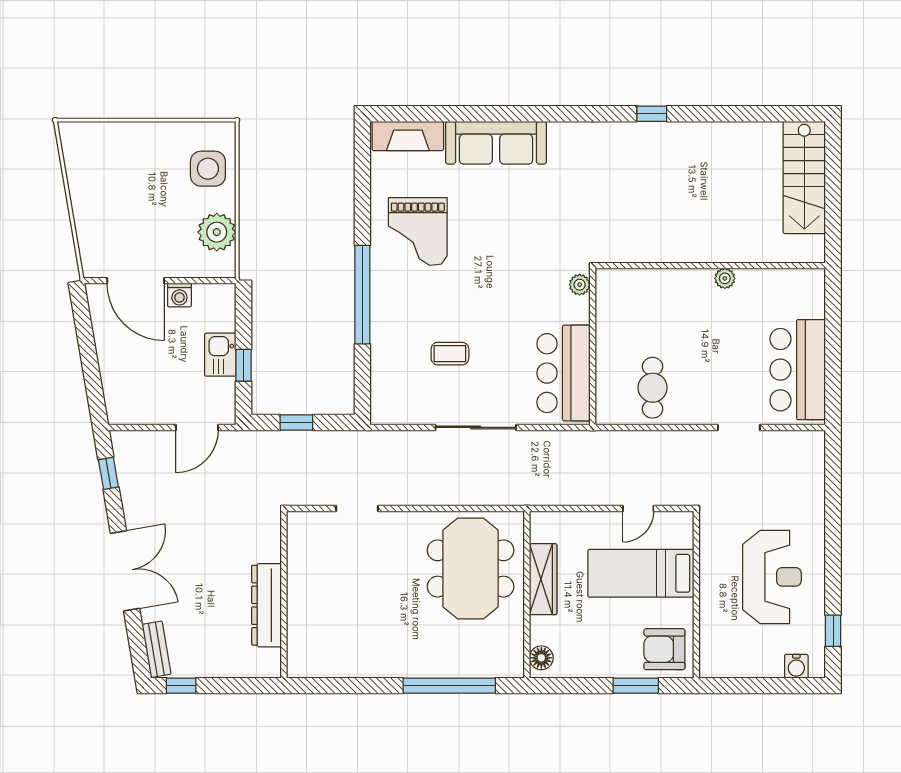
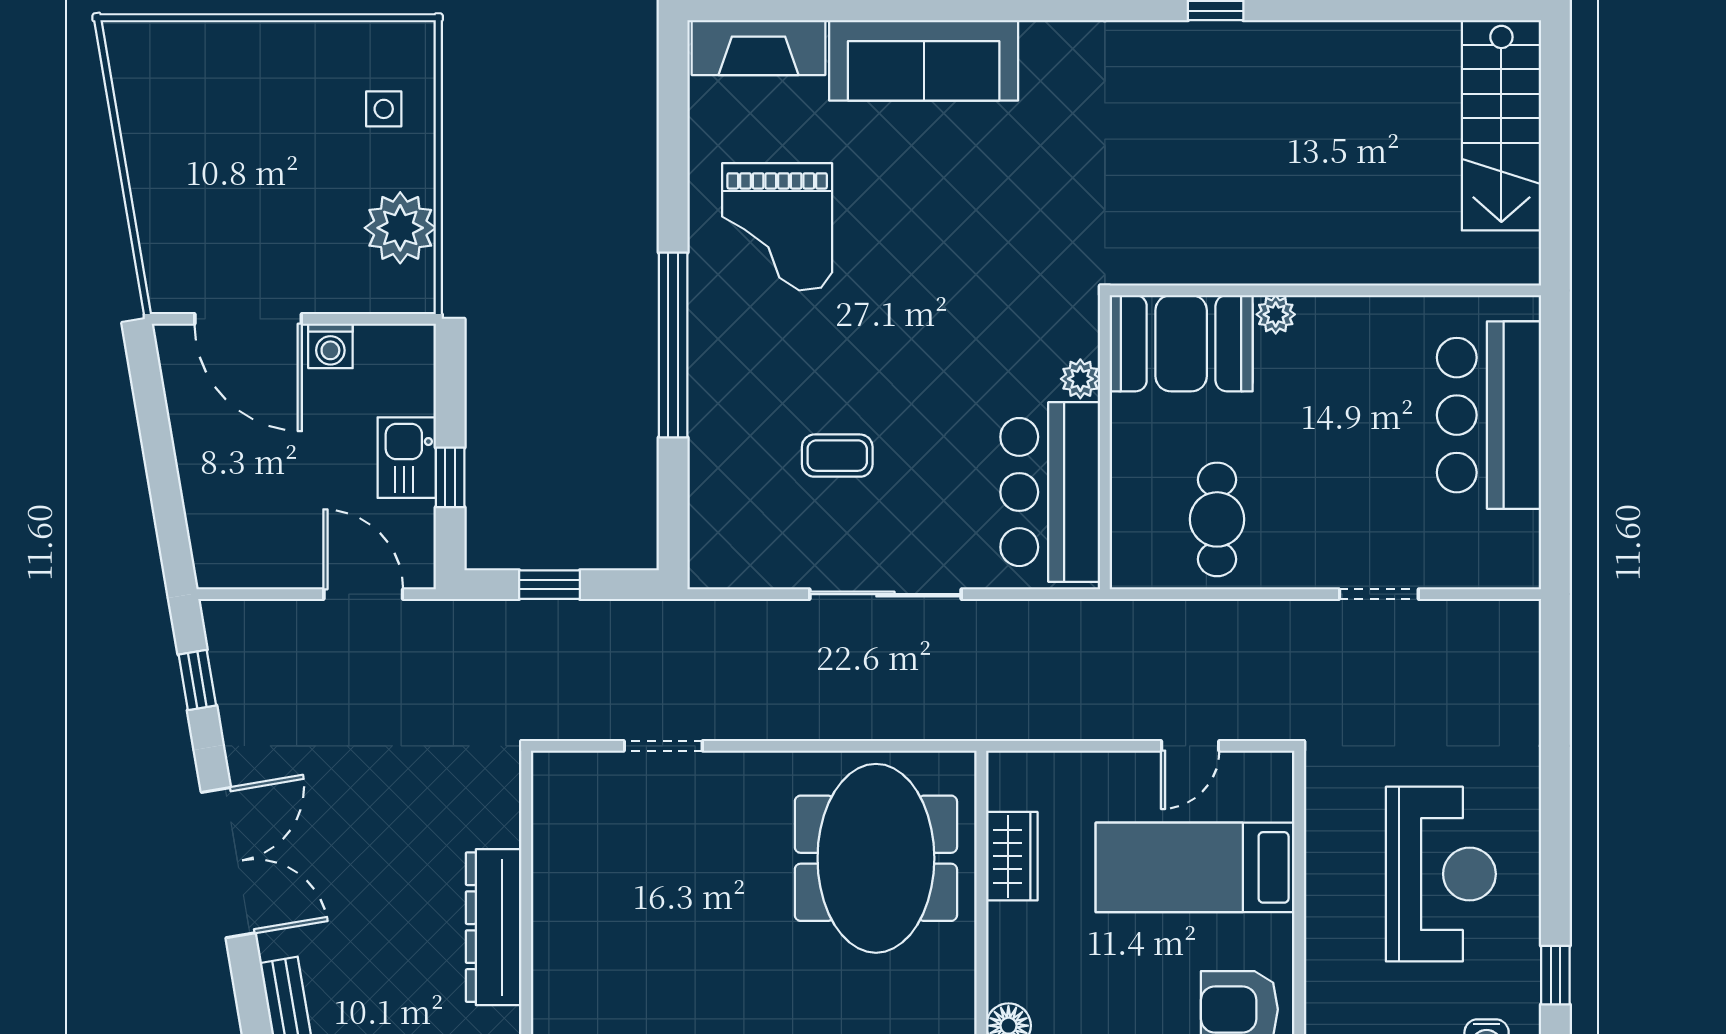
side table: (208, 169) -> (384, 109), width x0.54, depth x0.54
plant: (725, 278) -> (1276, 314), moved
plant: (580, 285) -> (1080, 379), moved
booth: (633, 294) -> (1181, 343), added
bar counter: (798, 370) -> (1489, 415), moved
door: (197, 427) -> (363, 594), swing flipped
wardrobe: (543, 579) -> (1012, 856), width x0.67

